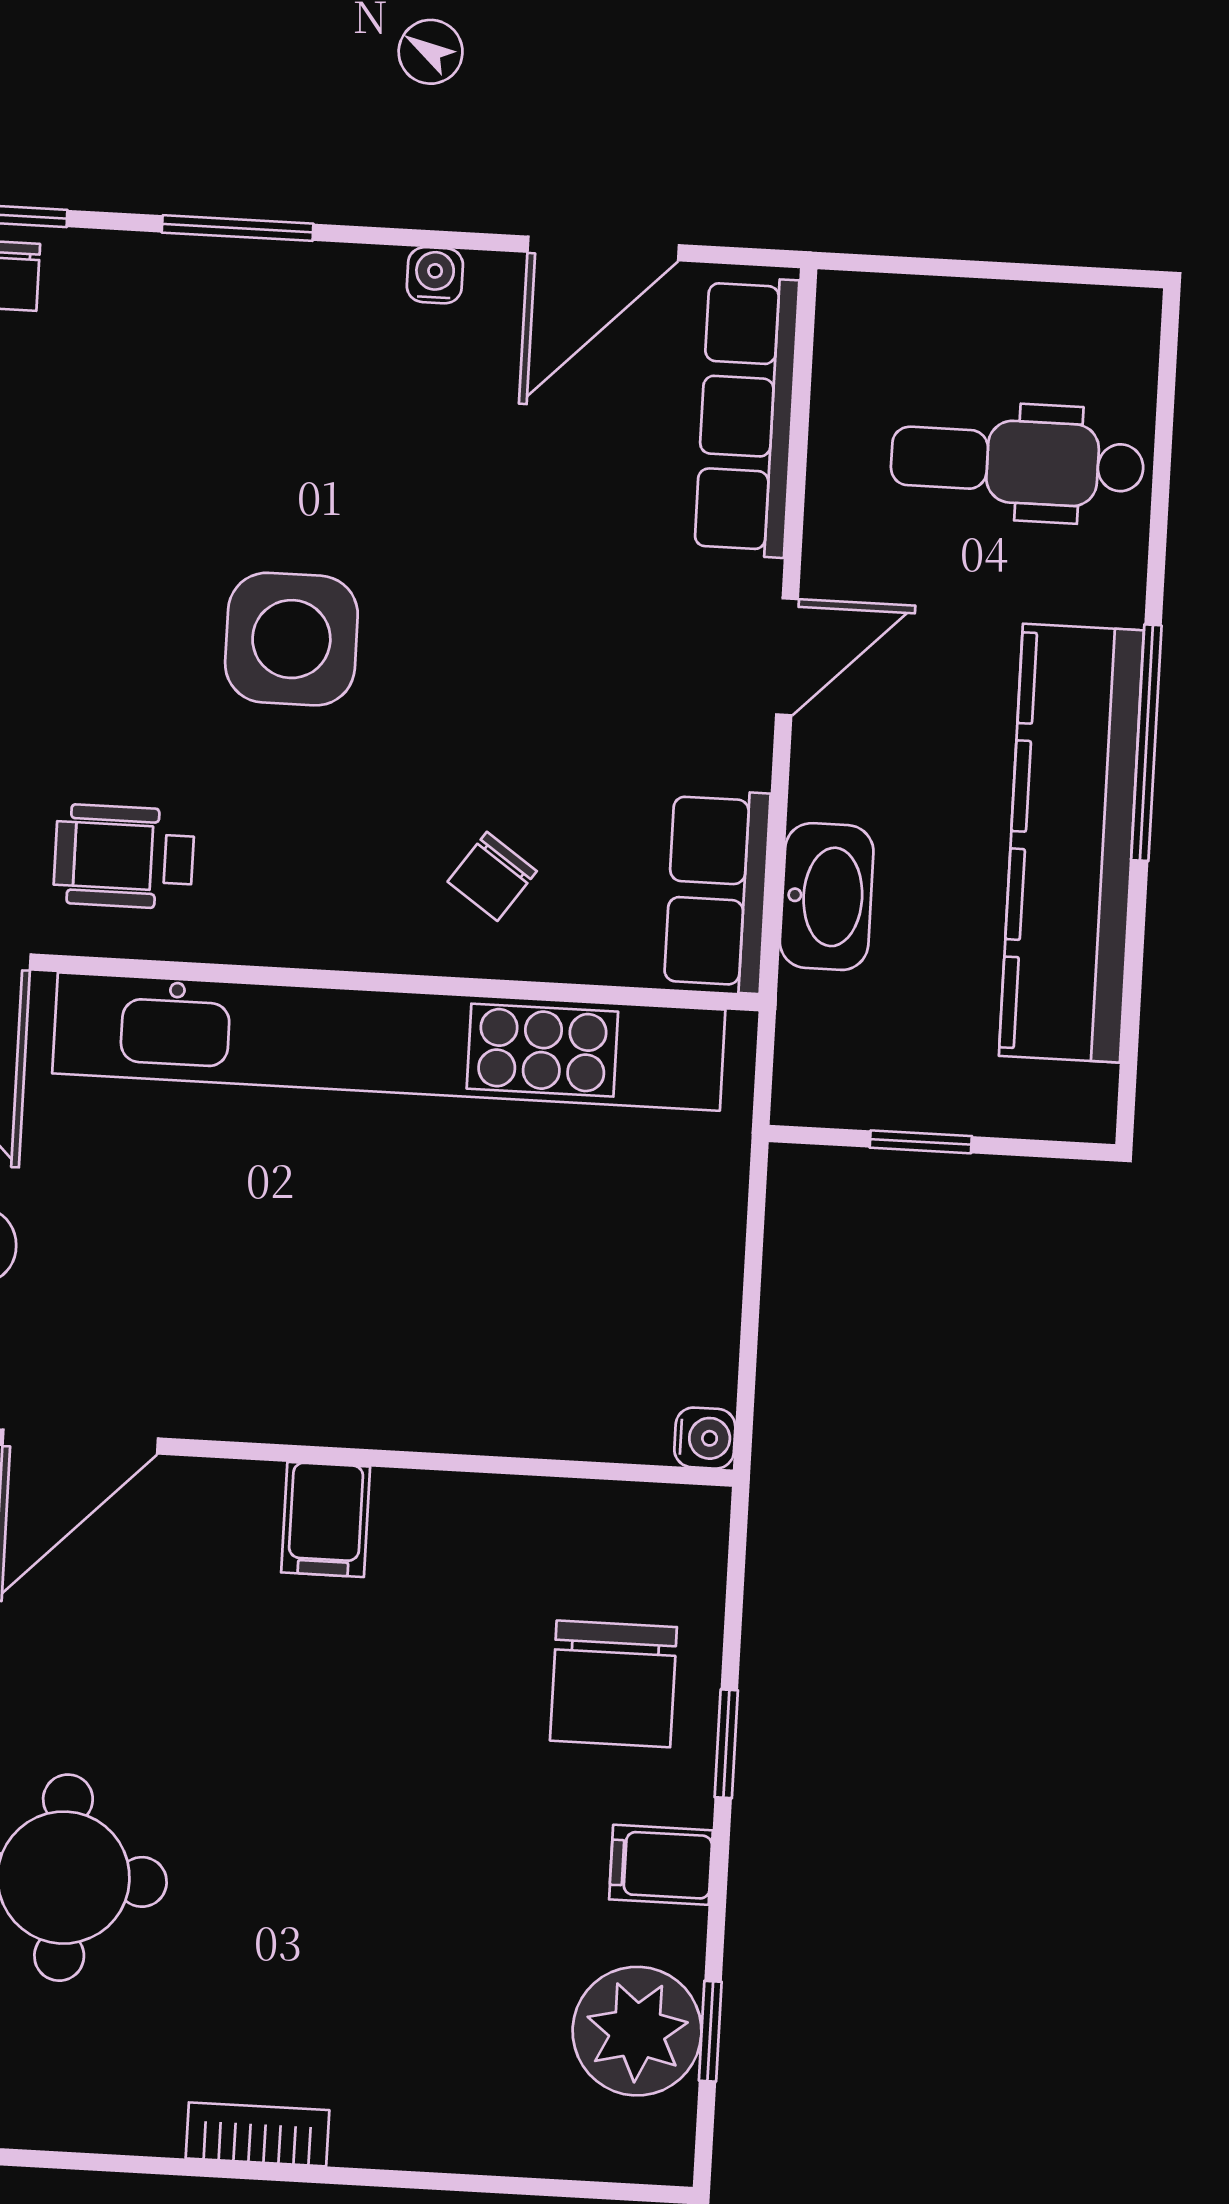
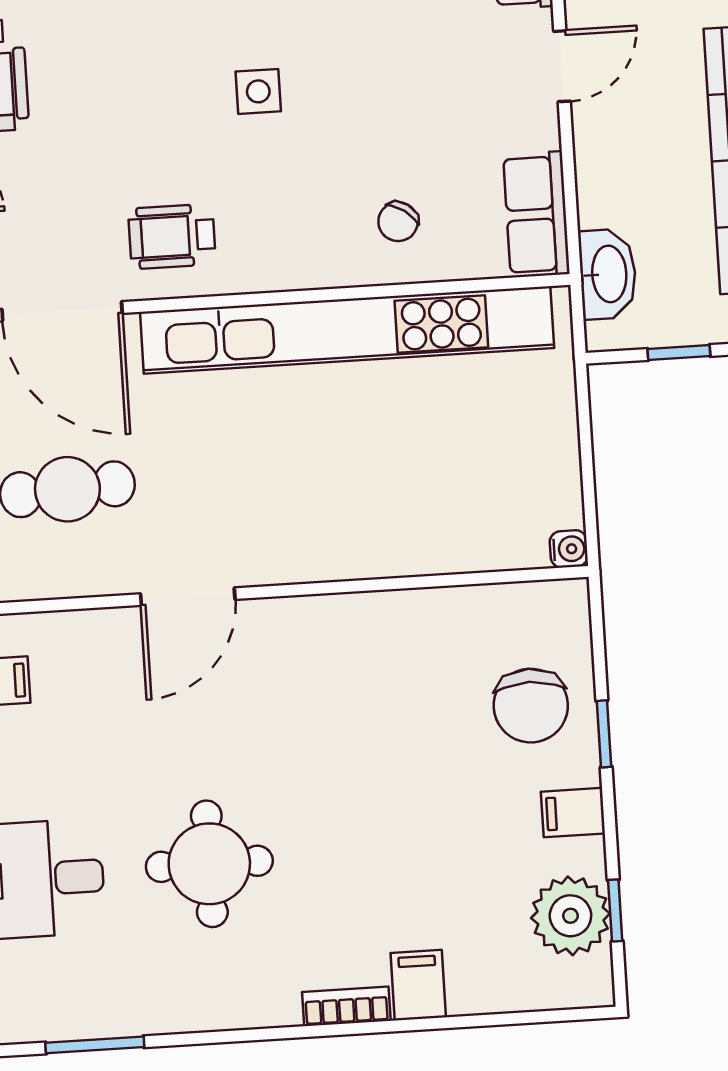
side table: (291, 639) -> (258, 91), width x0.54, depth x0.54
washbasin: (827, 897) -> (608, 274), moved
filing cabinet: (326, 1519) -> (418, 985), moved, turned 180

